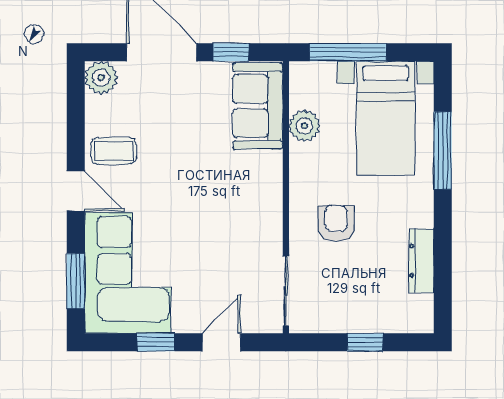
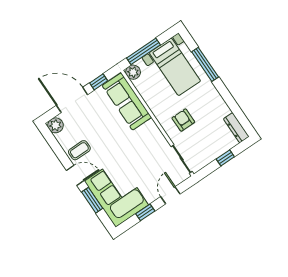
sofa: (258, 106) -> (127, 101), width x1.36
plant: (304, 126) -> (133, 72), moved
dresser: (421, 261) -> (236, 128), moved
window: (76, 281) -> (92, 200), moved

